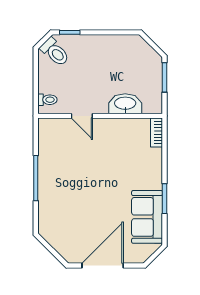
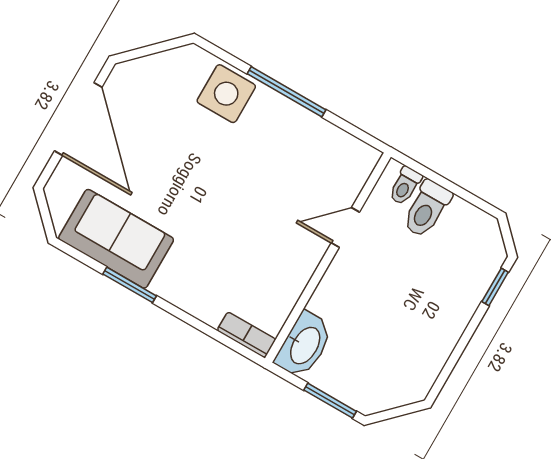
toilet: (55, 52) -> (427, 209), moved, turned -45
washbasin: (125, 104) -> (304, 345), moved
side table: (52, 205) -> (226, 94), added

